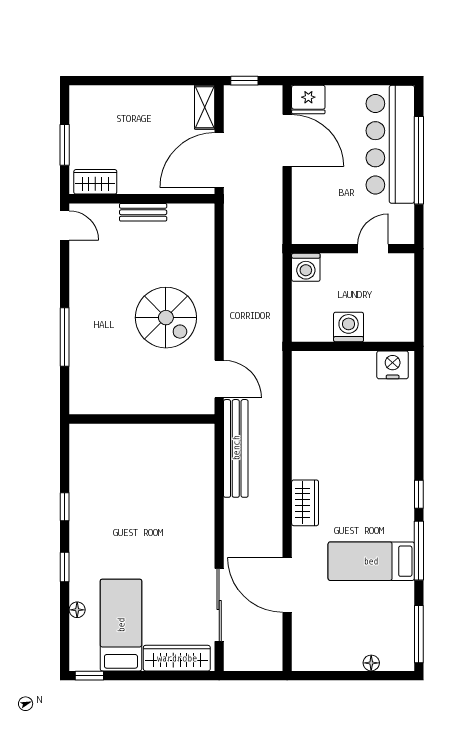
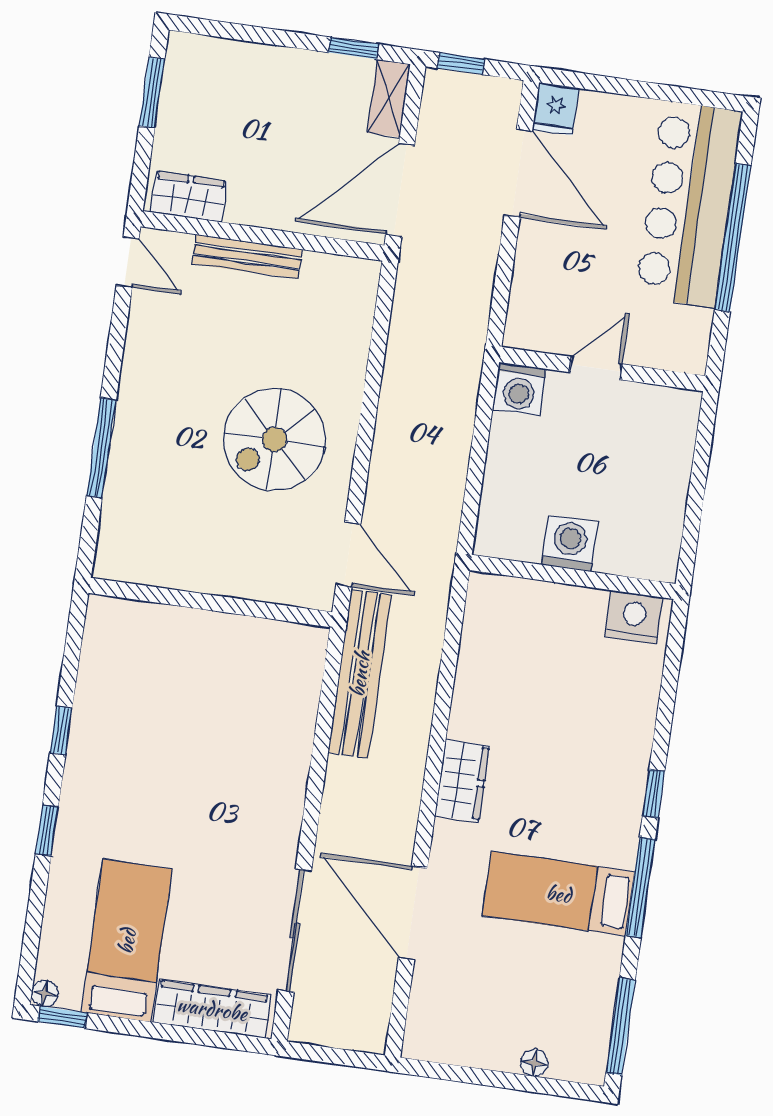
window: (180, 81) -> (353, 48), added
fridge: (308, 100) -> (555, 109), width x0.72
window: (65, 145) -> (152, 92), moved
bench: (143, 212) -> (247, 257), width x1.36
door: (373, 249) -> (596, 368), moved
spiral stairs: (166, 318) -> (274, 439), turned 90
washing machine: (349, 327) -> (570, 544), moved
wall: (353, 346) -> (573, 577), moved
nightstand: (393, 365) -> (634, 617), moved
floor lamp: (77, 610) -> (45, 994), moved

